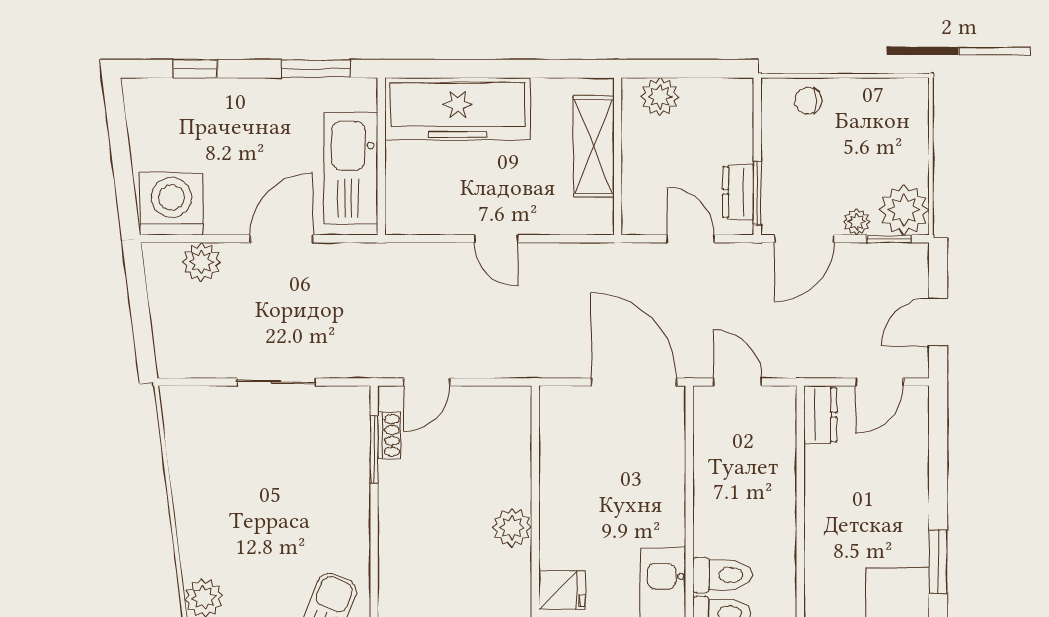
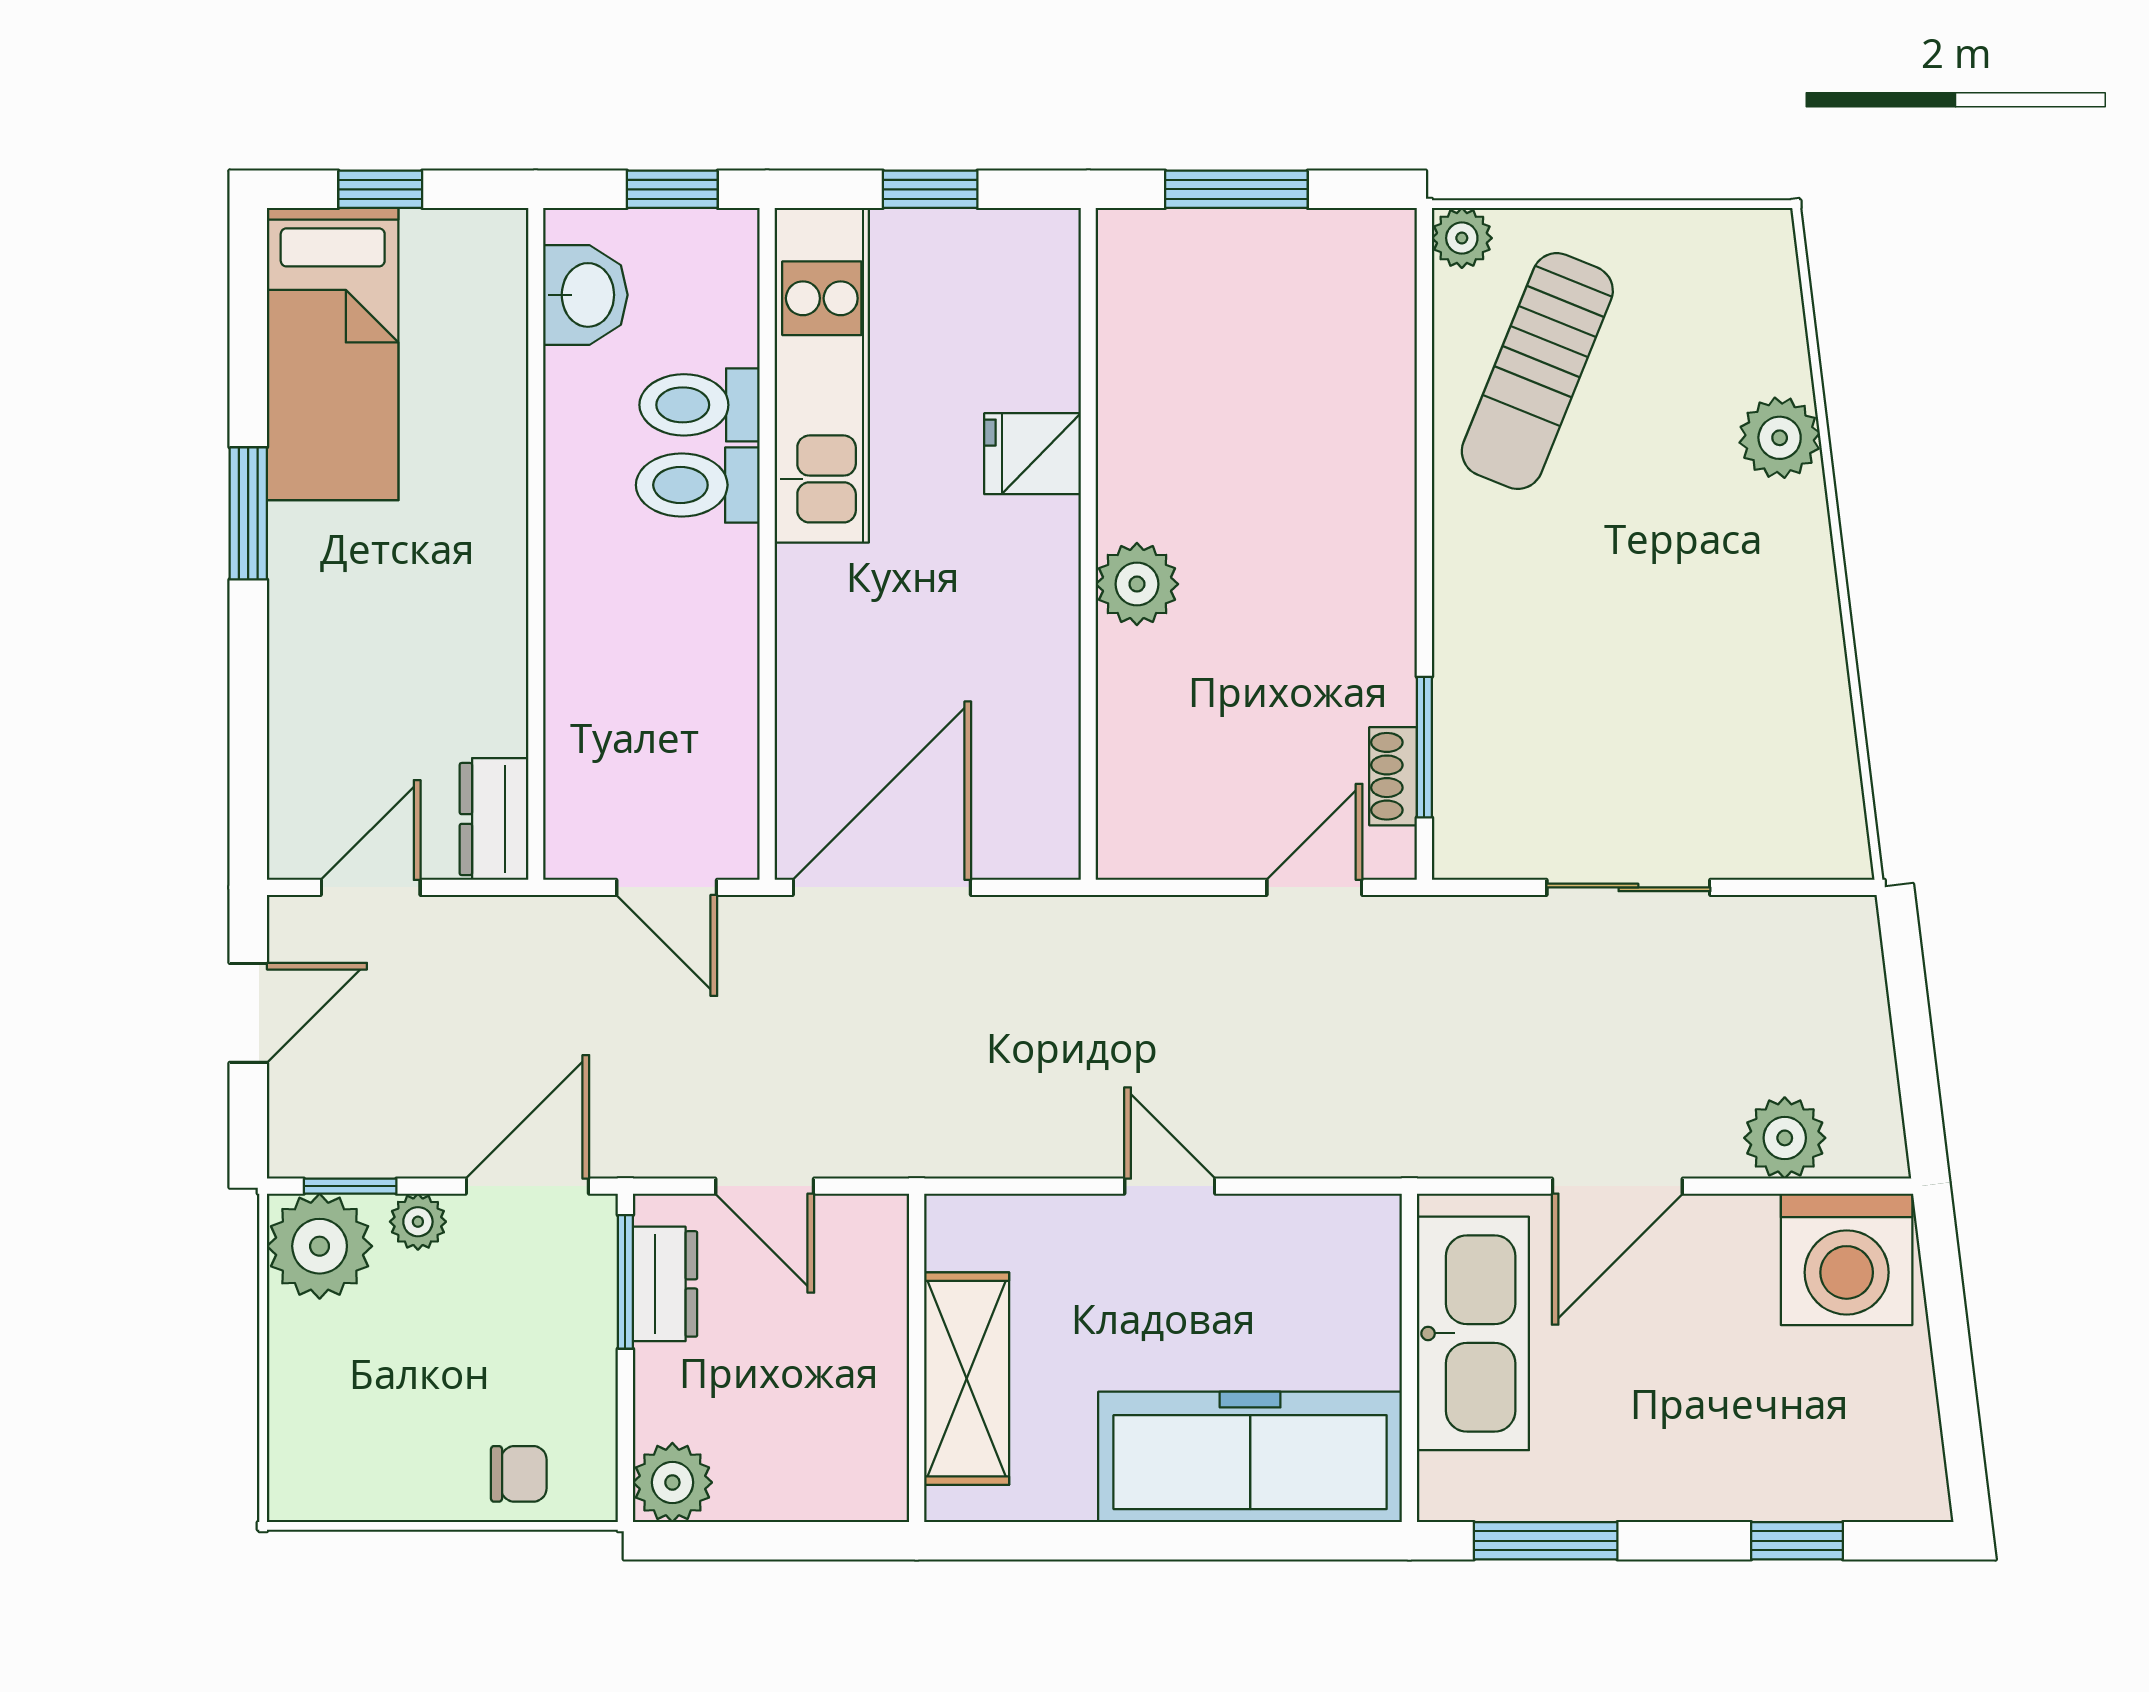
plant: (660, 97) -> (672, 1482), moved
door: (634, 382) -> (882, 887), swing flipped

